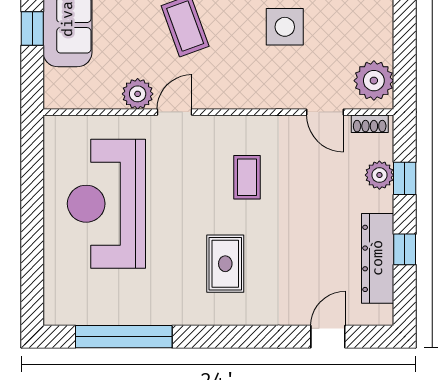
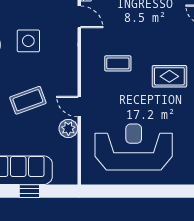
door: (325, 112) -> (79, 17), hinge flipped
reception desk: (106, 204) -> (134, 147), turned 180

